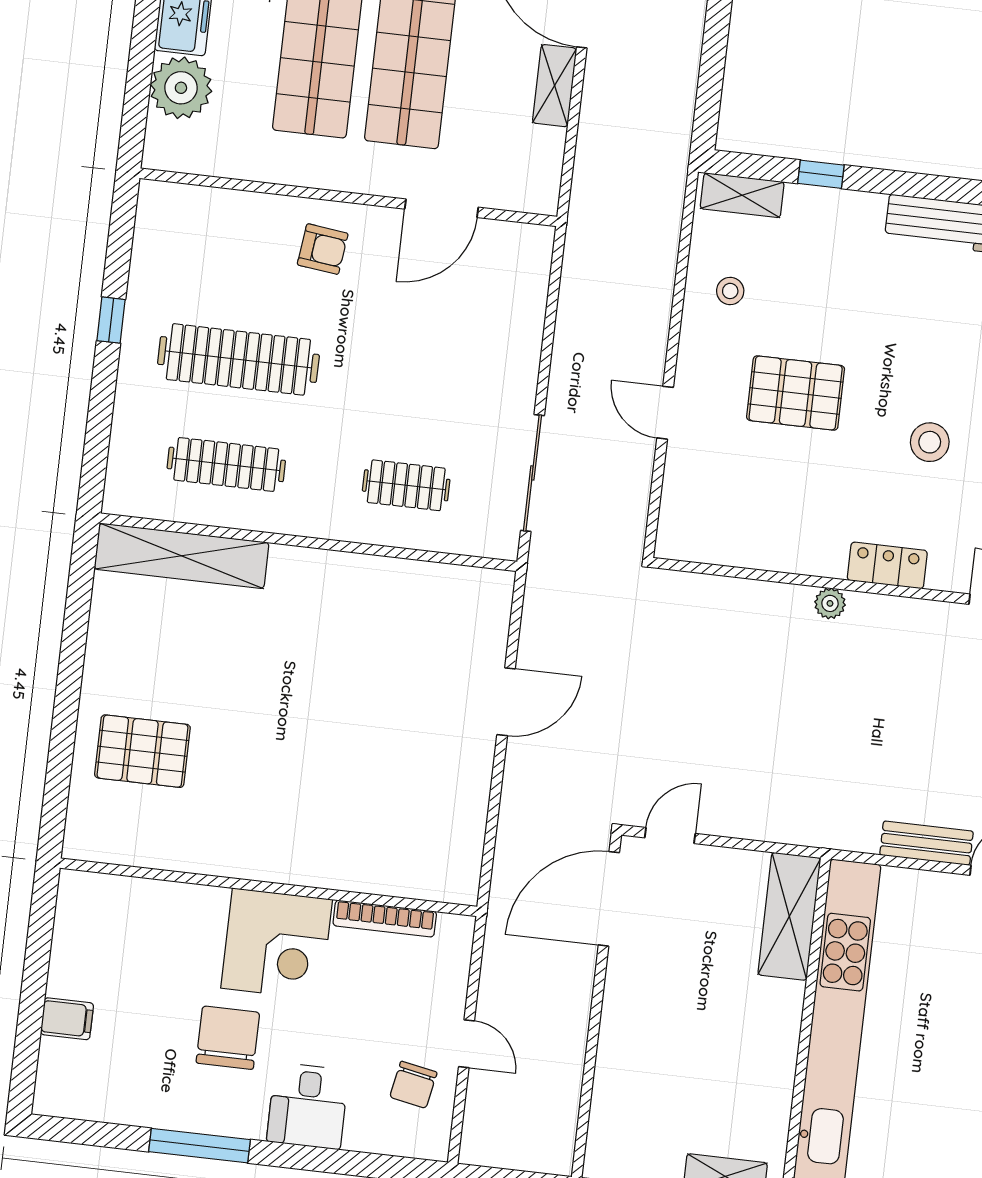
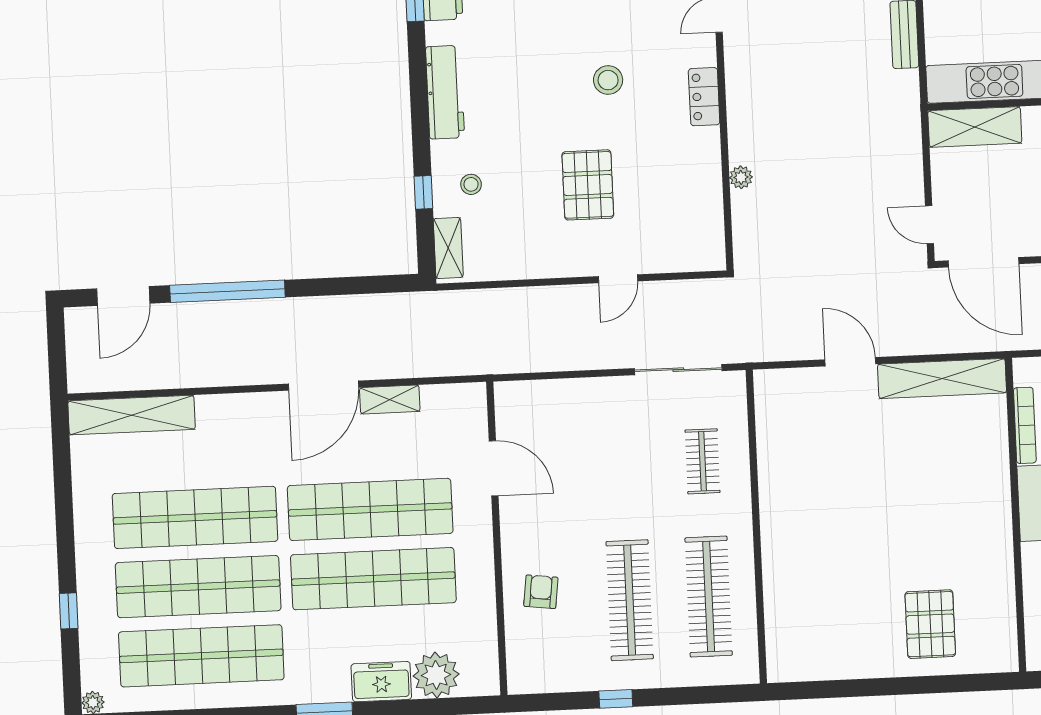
armchair: (323, 249) -> (541, 592), moved
stool: (730, 291) -> (471, 184), moved
clothes rail: (226, 464) -> (709, 597), width x1.37, depth x1.31
shelving: (182, 556) -> (942, 378), moved, turned 90
plant: (830, 603) -> (741, 177), moved

